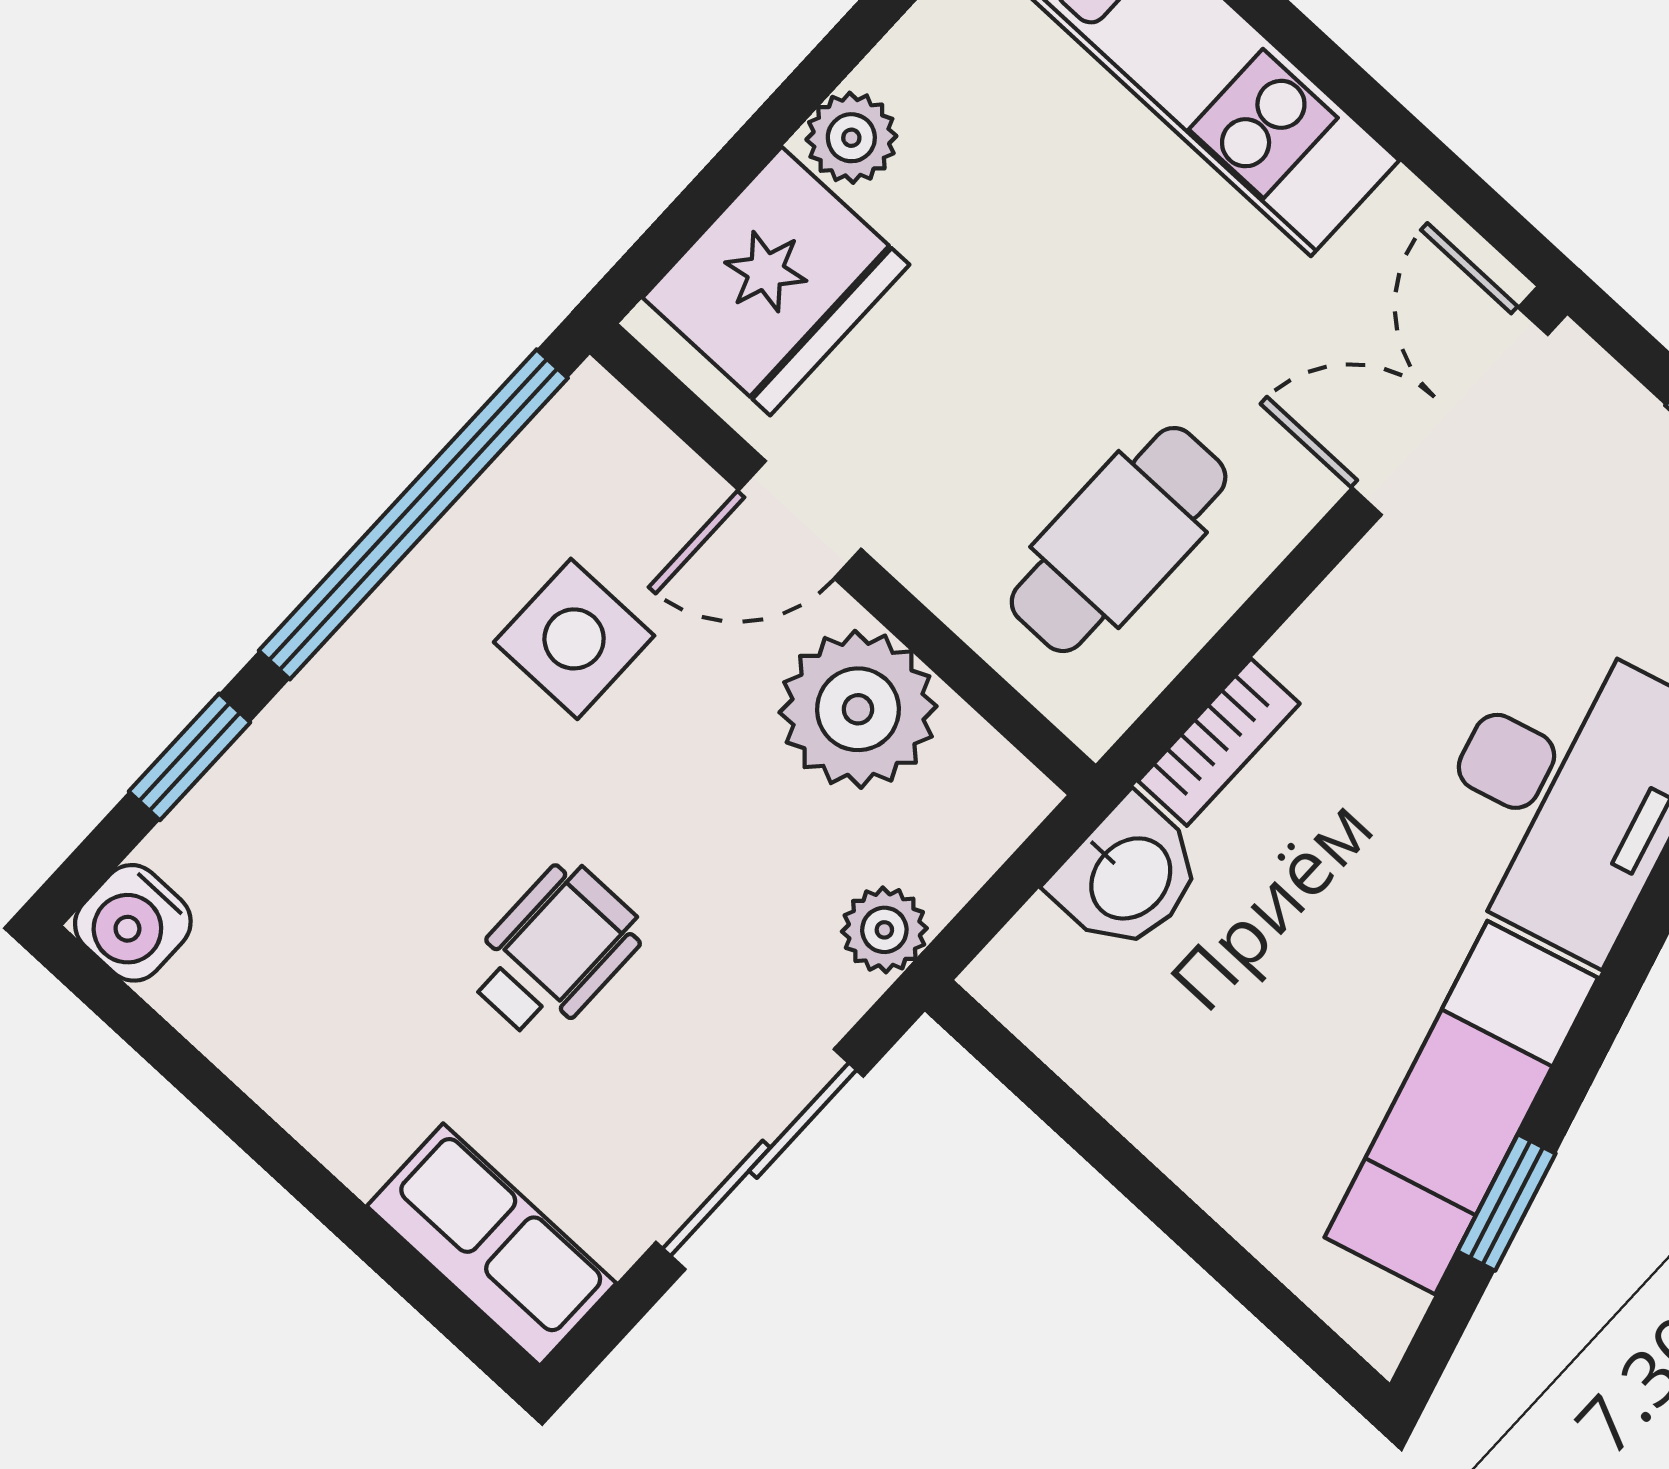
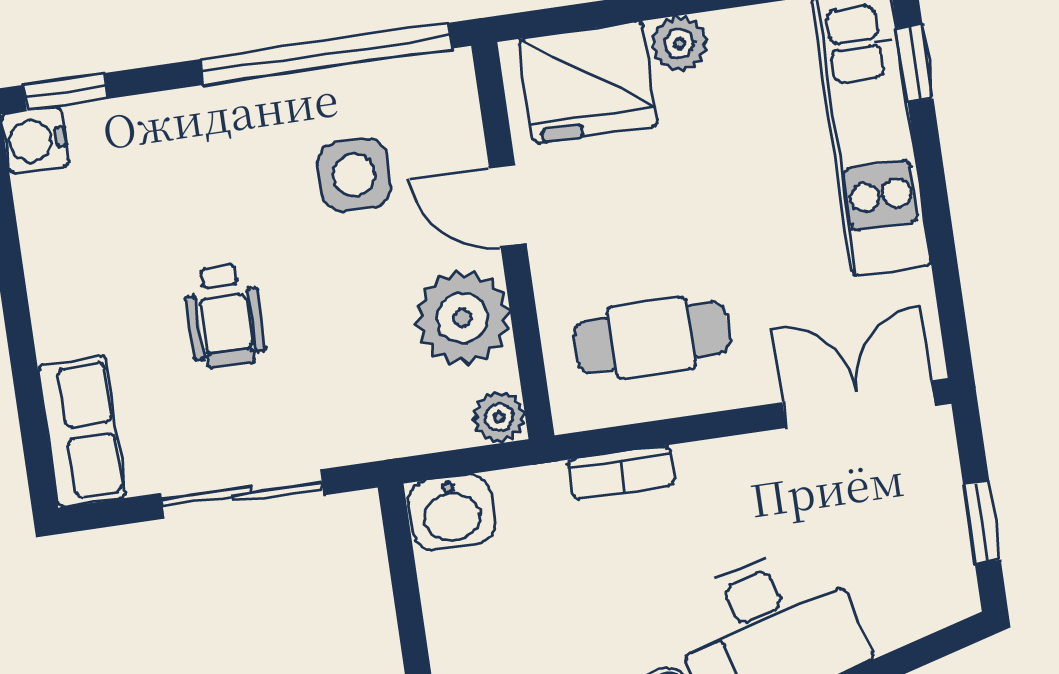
window: (189, 757) -> (65, 92), moved
washbasin: (1128, 876) -> (451, 512), moved
plant: (884, 930) -> (499, 417), moved
wheelchair: (554, 951) -> (225, 316), turned 90

